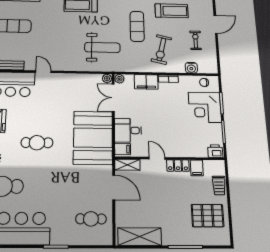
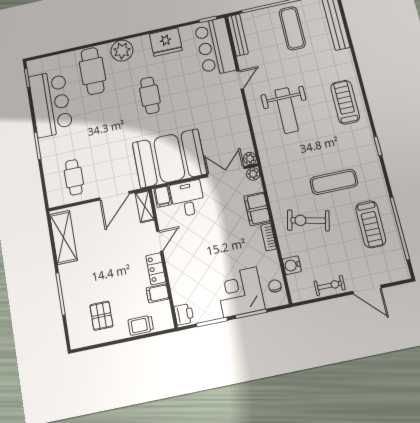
exercise bike: (196, 40) -> (330, 285), moved
weight bench: (102, 47) -> (287, 110), moved
pallet: (208, 216) -> (101, 316), width x0.67, depth x0.71

